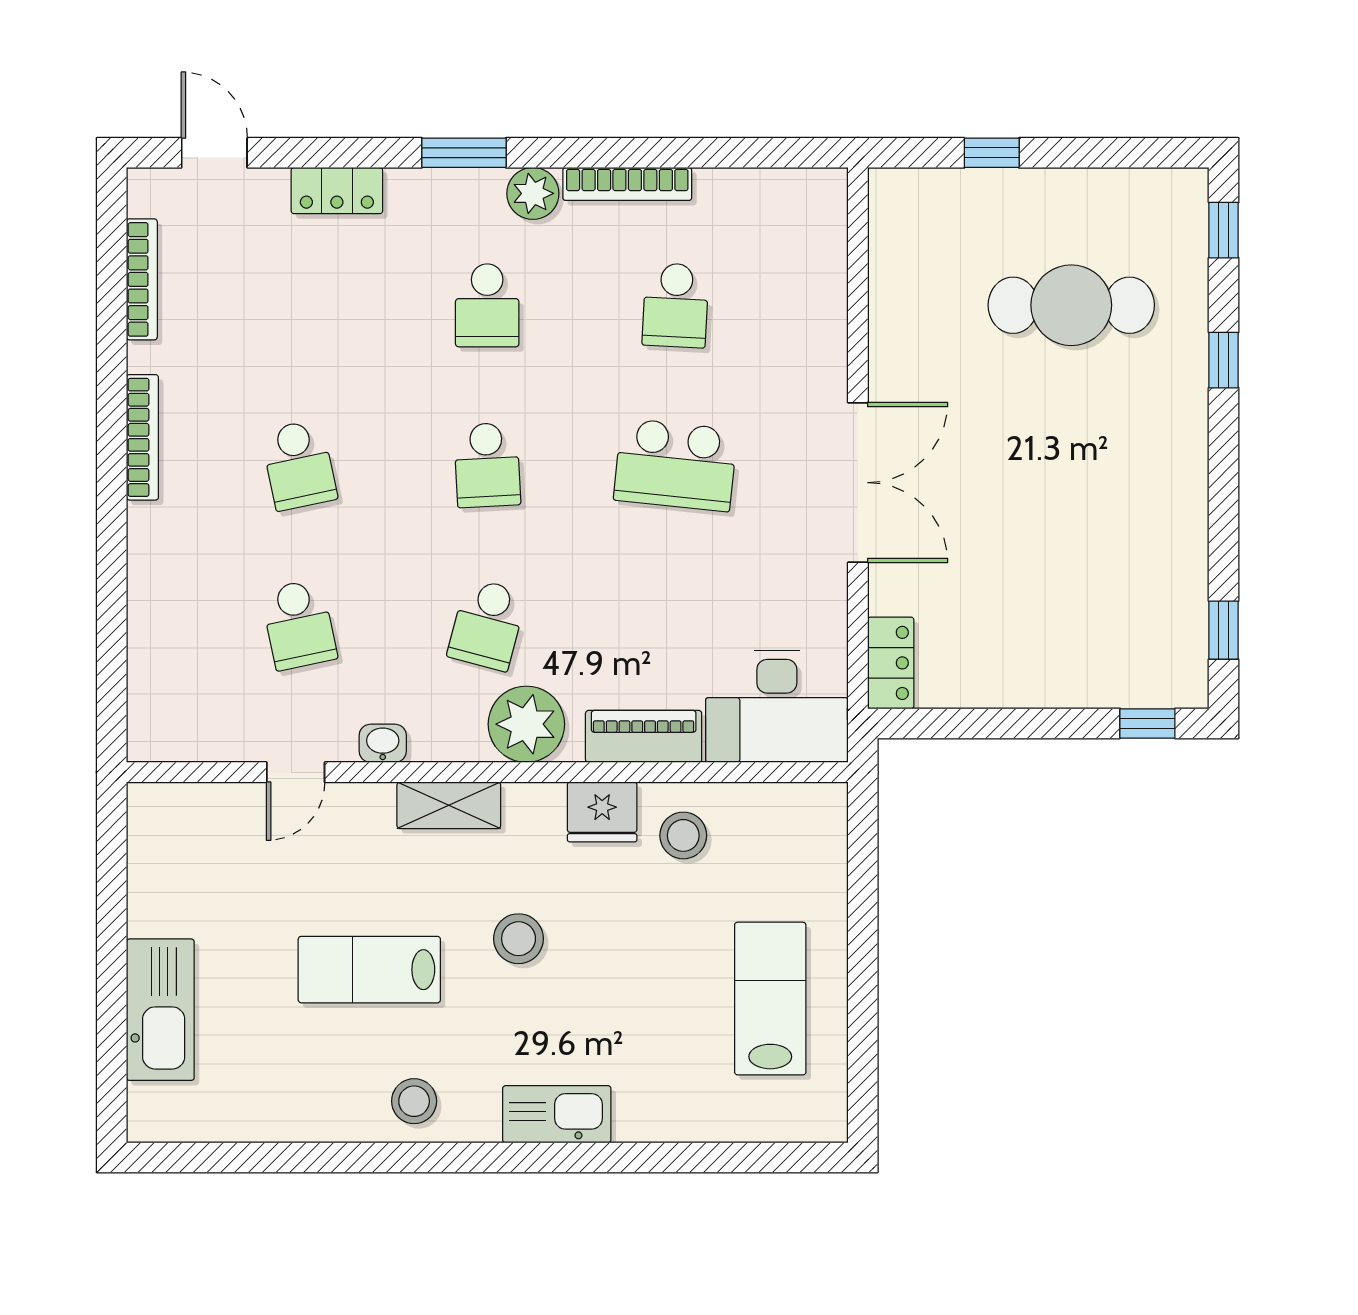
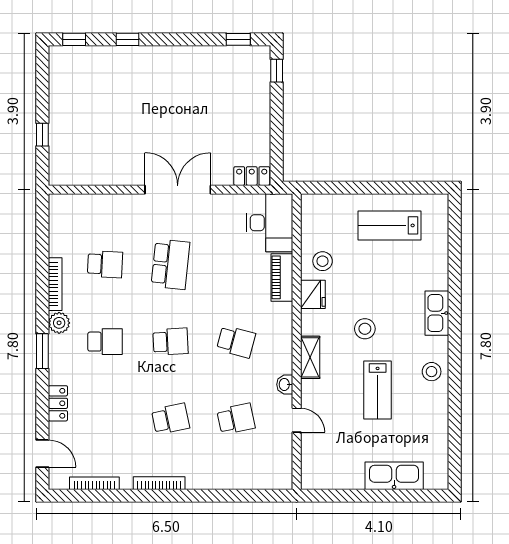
door: (214, 153) -> (42, 454), swing flipped
cafe table: (1071, 305) -> (105, 102), removed
plant: (526, 724) -> (277, 326), removed

